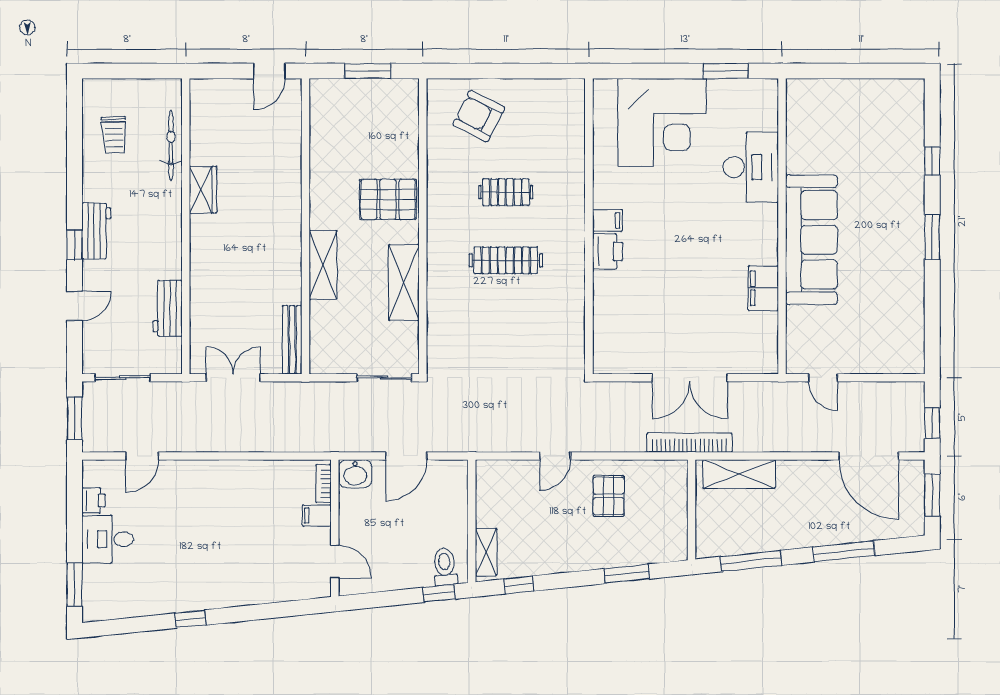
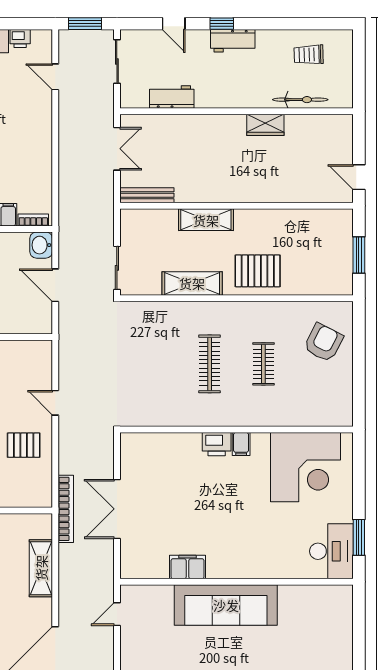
corner desk: (662, 122) -> (305, 467), moved, turned -90
desk: (751, 167) -> (331, 551), moved, turned -90
pallet: (388, 199) -> (258, 271), turned 90
shelving: (739, 474) -> (41, 568), moved

